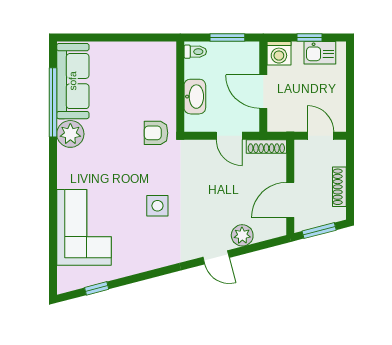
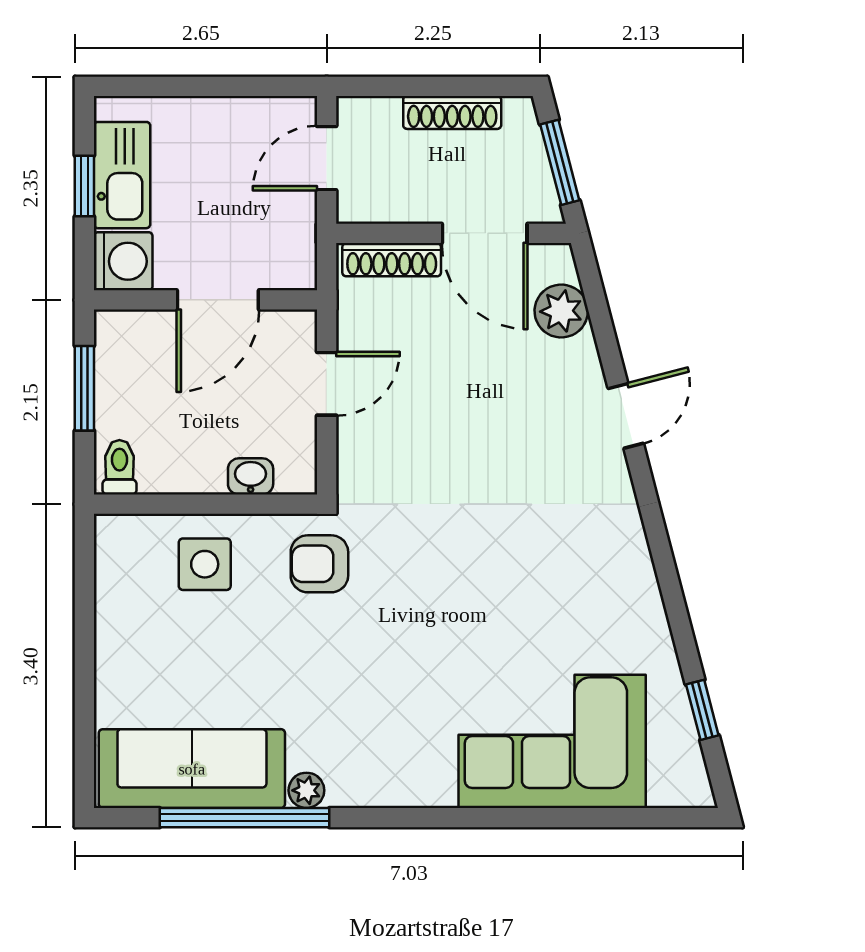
kitchen sink: (320, 53) -> (122, 175), width x1.38
washbasin: (195, 97) -> (251, 476), width x0.52, depth x0.69
armchair: (156, 133) -> (319, 564), turned 90
plant: (70, 134) -> (306, 790), width x0.53, depth x0.53
shoe rack: (266, 146) -> (392, 260), moved, turned 90
side table: (157, 206) -> (205, 564), moved
plant: (242, 235) -> (561, 311), moved

